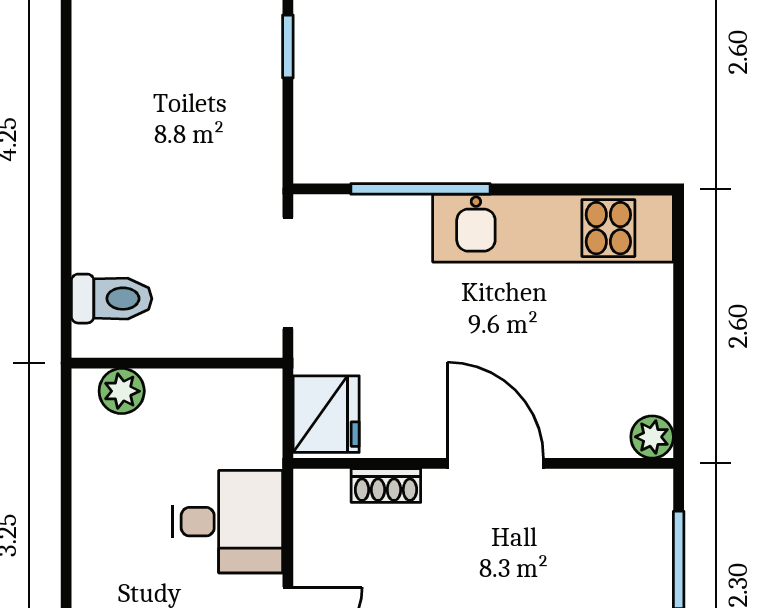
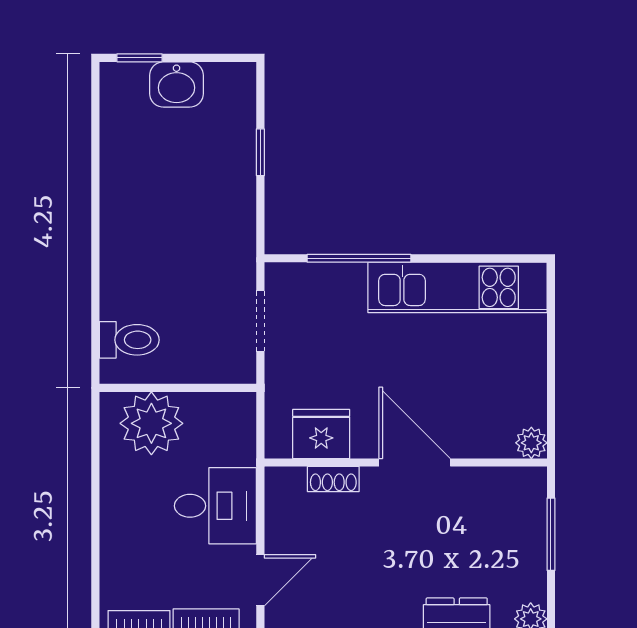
doorway: (288, 273) -> (260, 321), width x0.73
plant: (122, 391) -> (151, 423), width x1.88, depth x1.88
fridge: (326, 414) -> (321, 434), moved, turned -90

